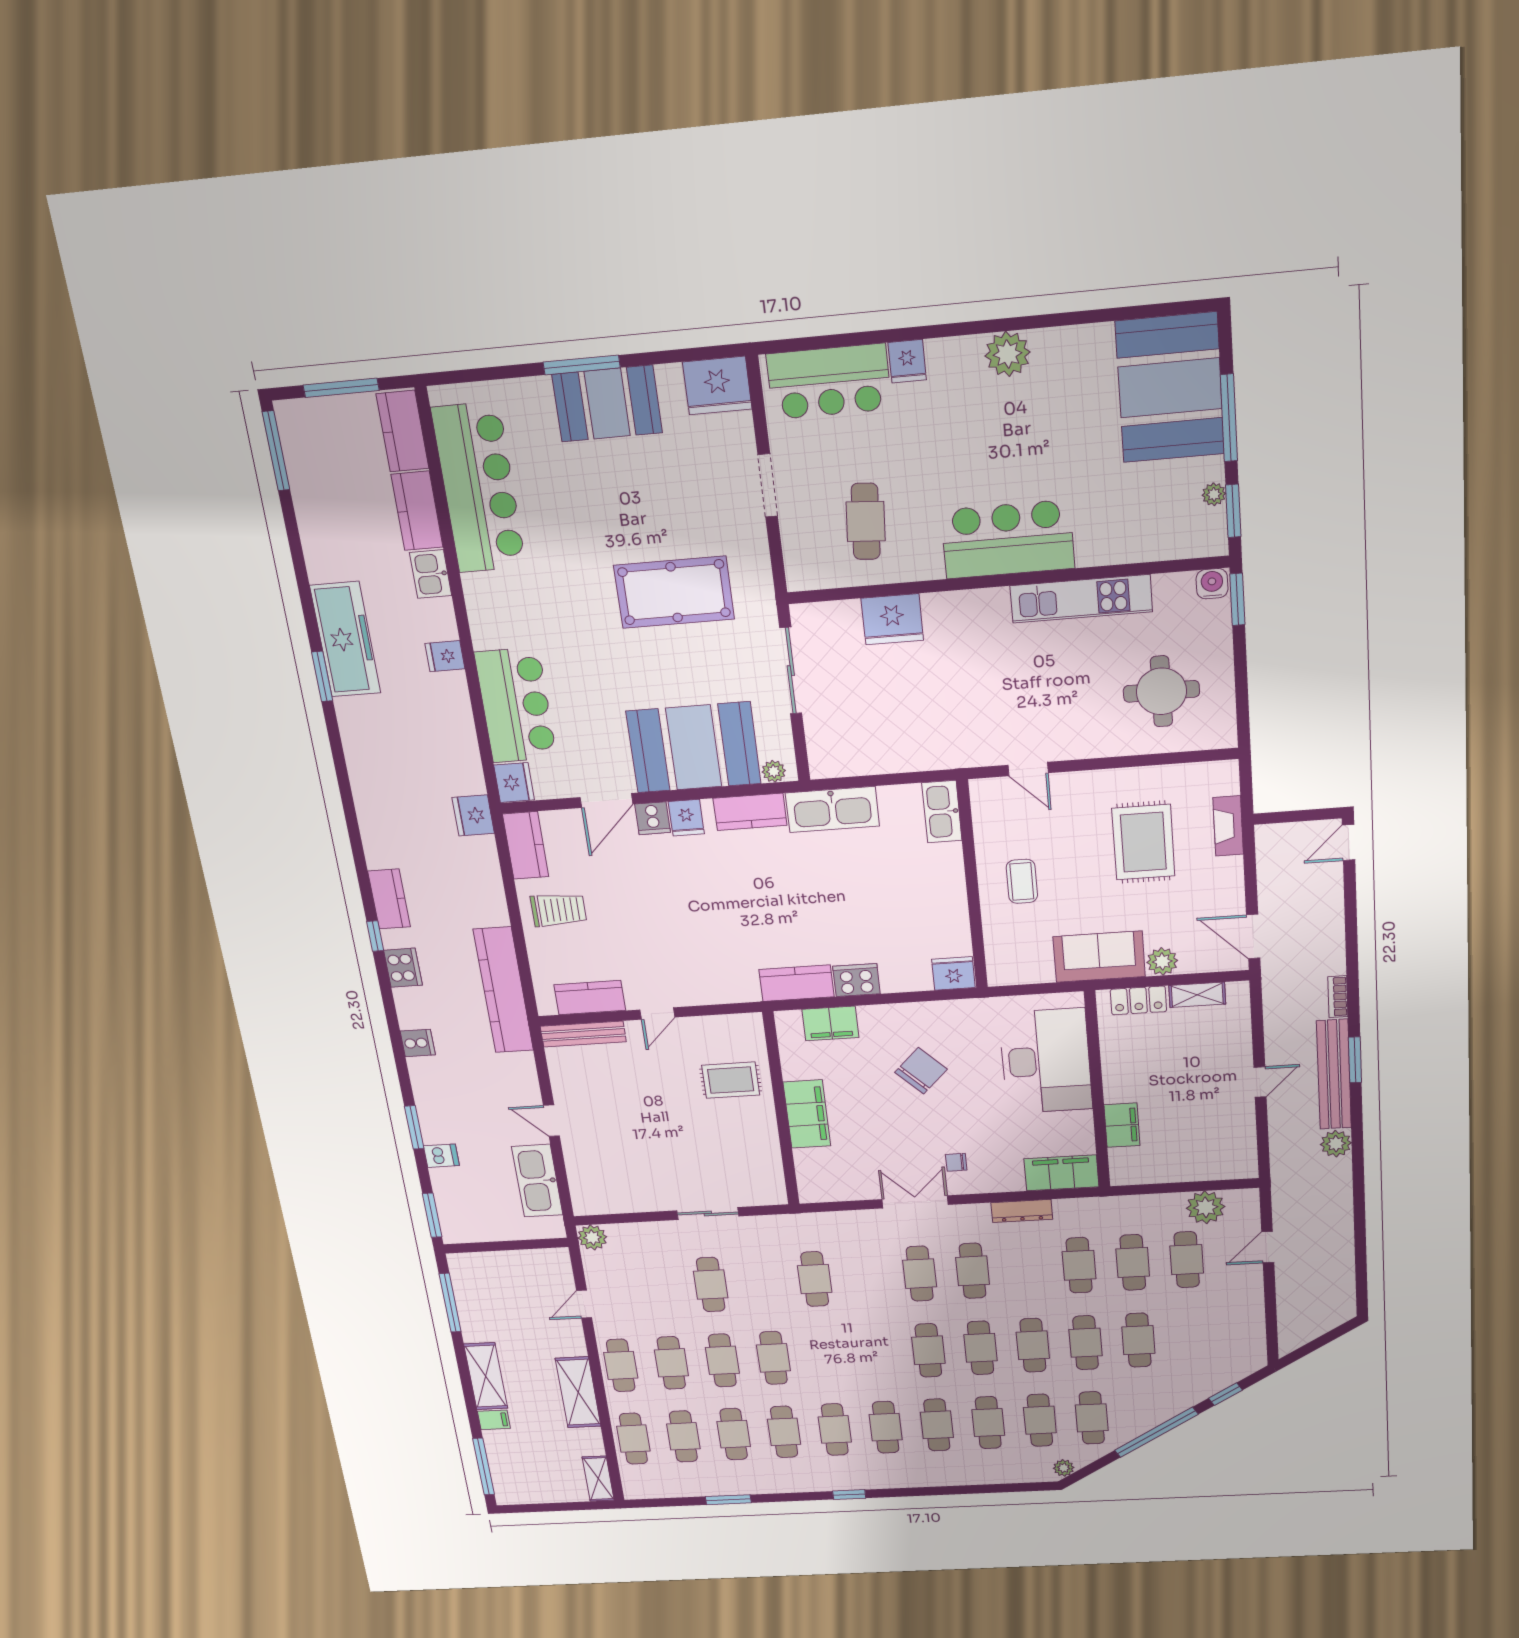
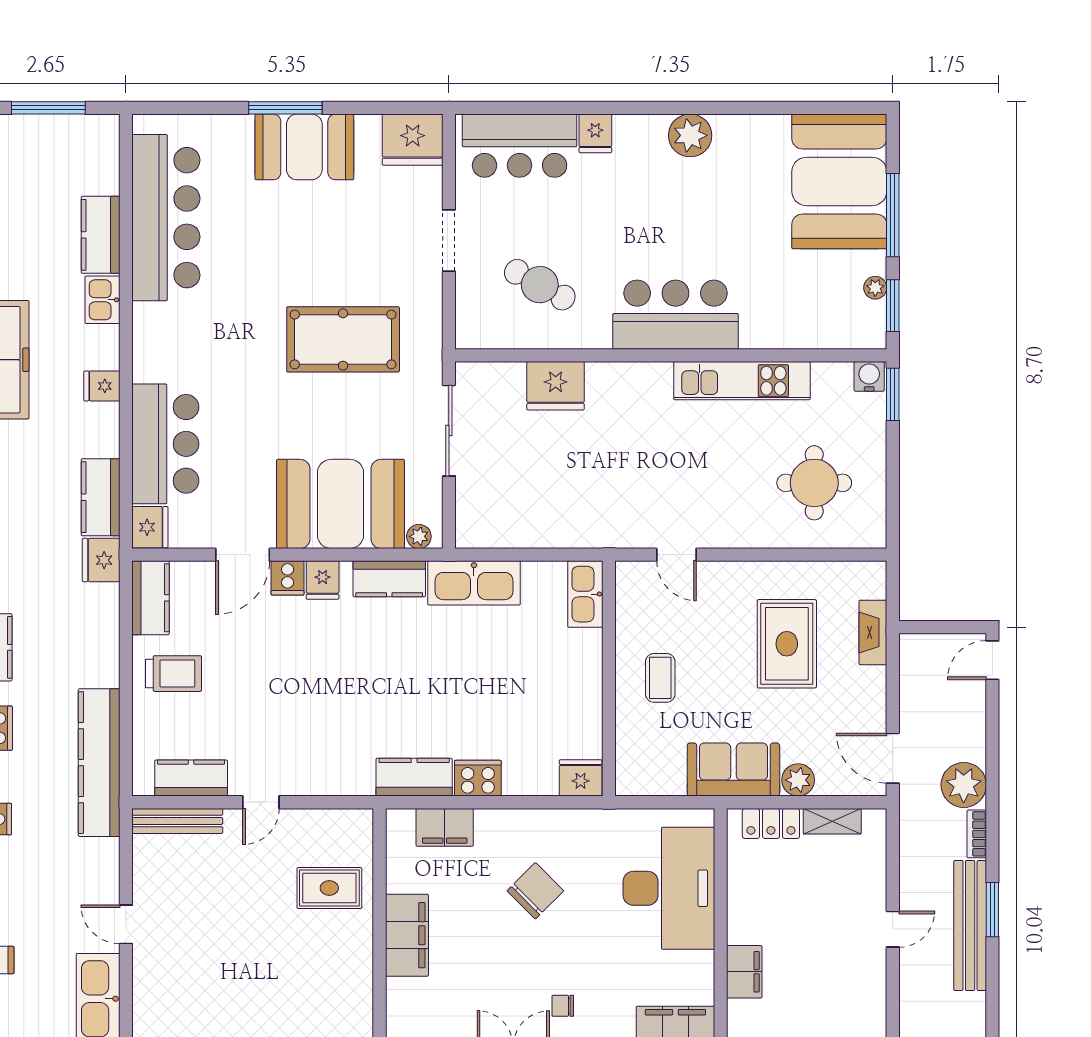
kitchen counter: (402, 431) -> (101, 497), moved
cafe table: (866, 521) -> (540, 285), turned -65
plant: (1336, 1144) -> (964, 785), moved, width x1.36, depth x1.36

